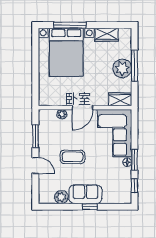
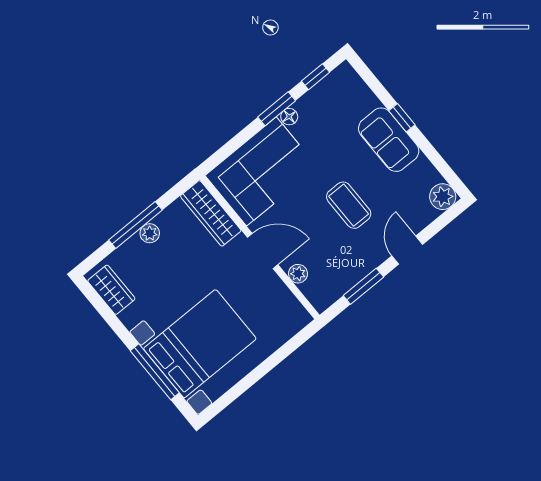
wardrobe: (107, 35) -> (111, 290), moved
plant: (122, 68) -> (150, 233), width x0.53, depth x0.53
wardrobe: (120, 99) -> (211, 213), width x1.50
plant: (61, 197) -> (443, 197), moved

